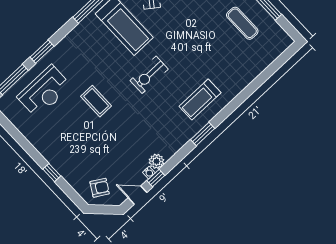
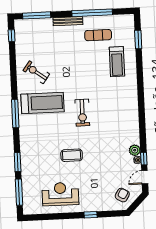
reception desk: (44, 91) -> (60, 194), moved, turned -90
treadmill: (200, 100) -> (117, 62), moved
window: (203, 134) -> (138, 39), moved

